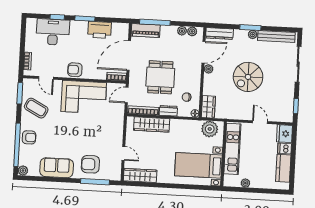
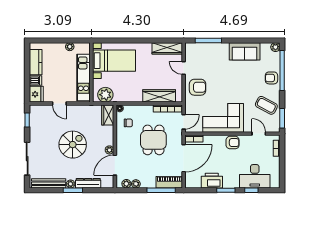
dresser: (220, 34) -> (88, 183), moved
dresser: (168, 111) -> (144, 109), removed
armchair: (90, 164) -> (198, 87), moved

